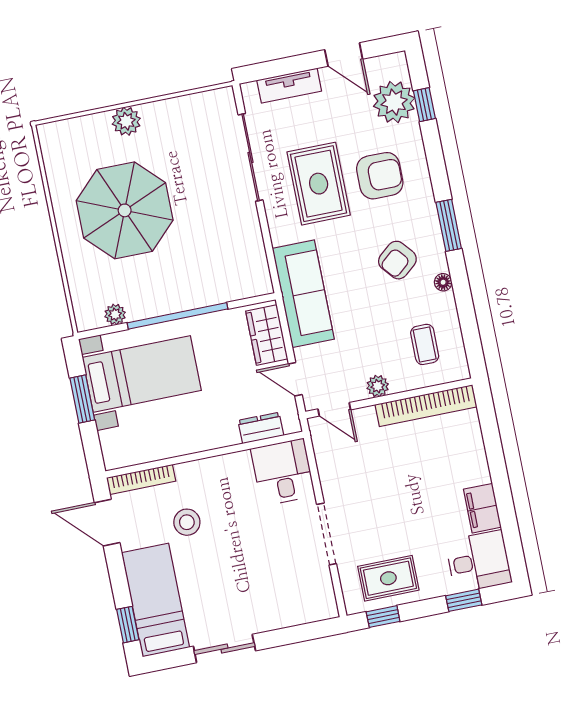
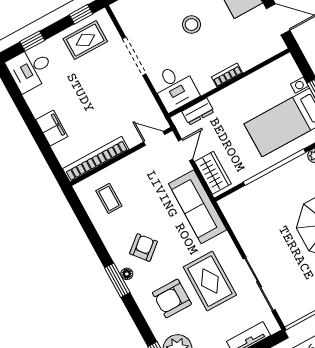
floor lamp: (443, 282) -> (127, 274), moved
door: (295, 379) -> (185, 150), hinge flipped
plant: (378, 386) -> (131, 162), removed
bookcase: (141, 479) -> (227, 75), moved, width x0.64
filing cabinet: (482, 508) -> (52, 128), moved
stool: (187, 522) -> (192, 25), moved

